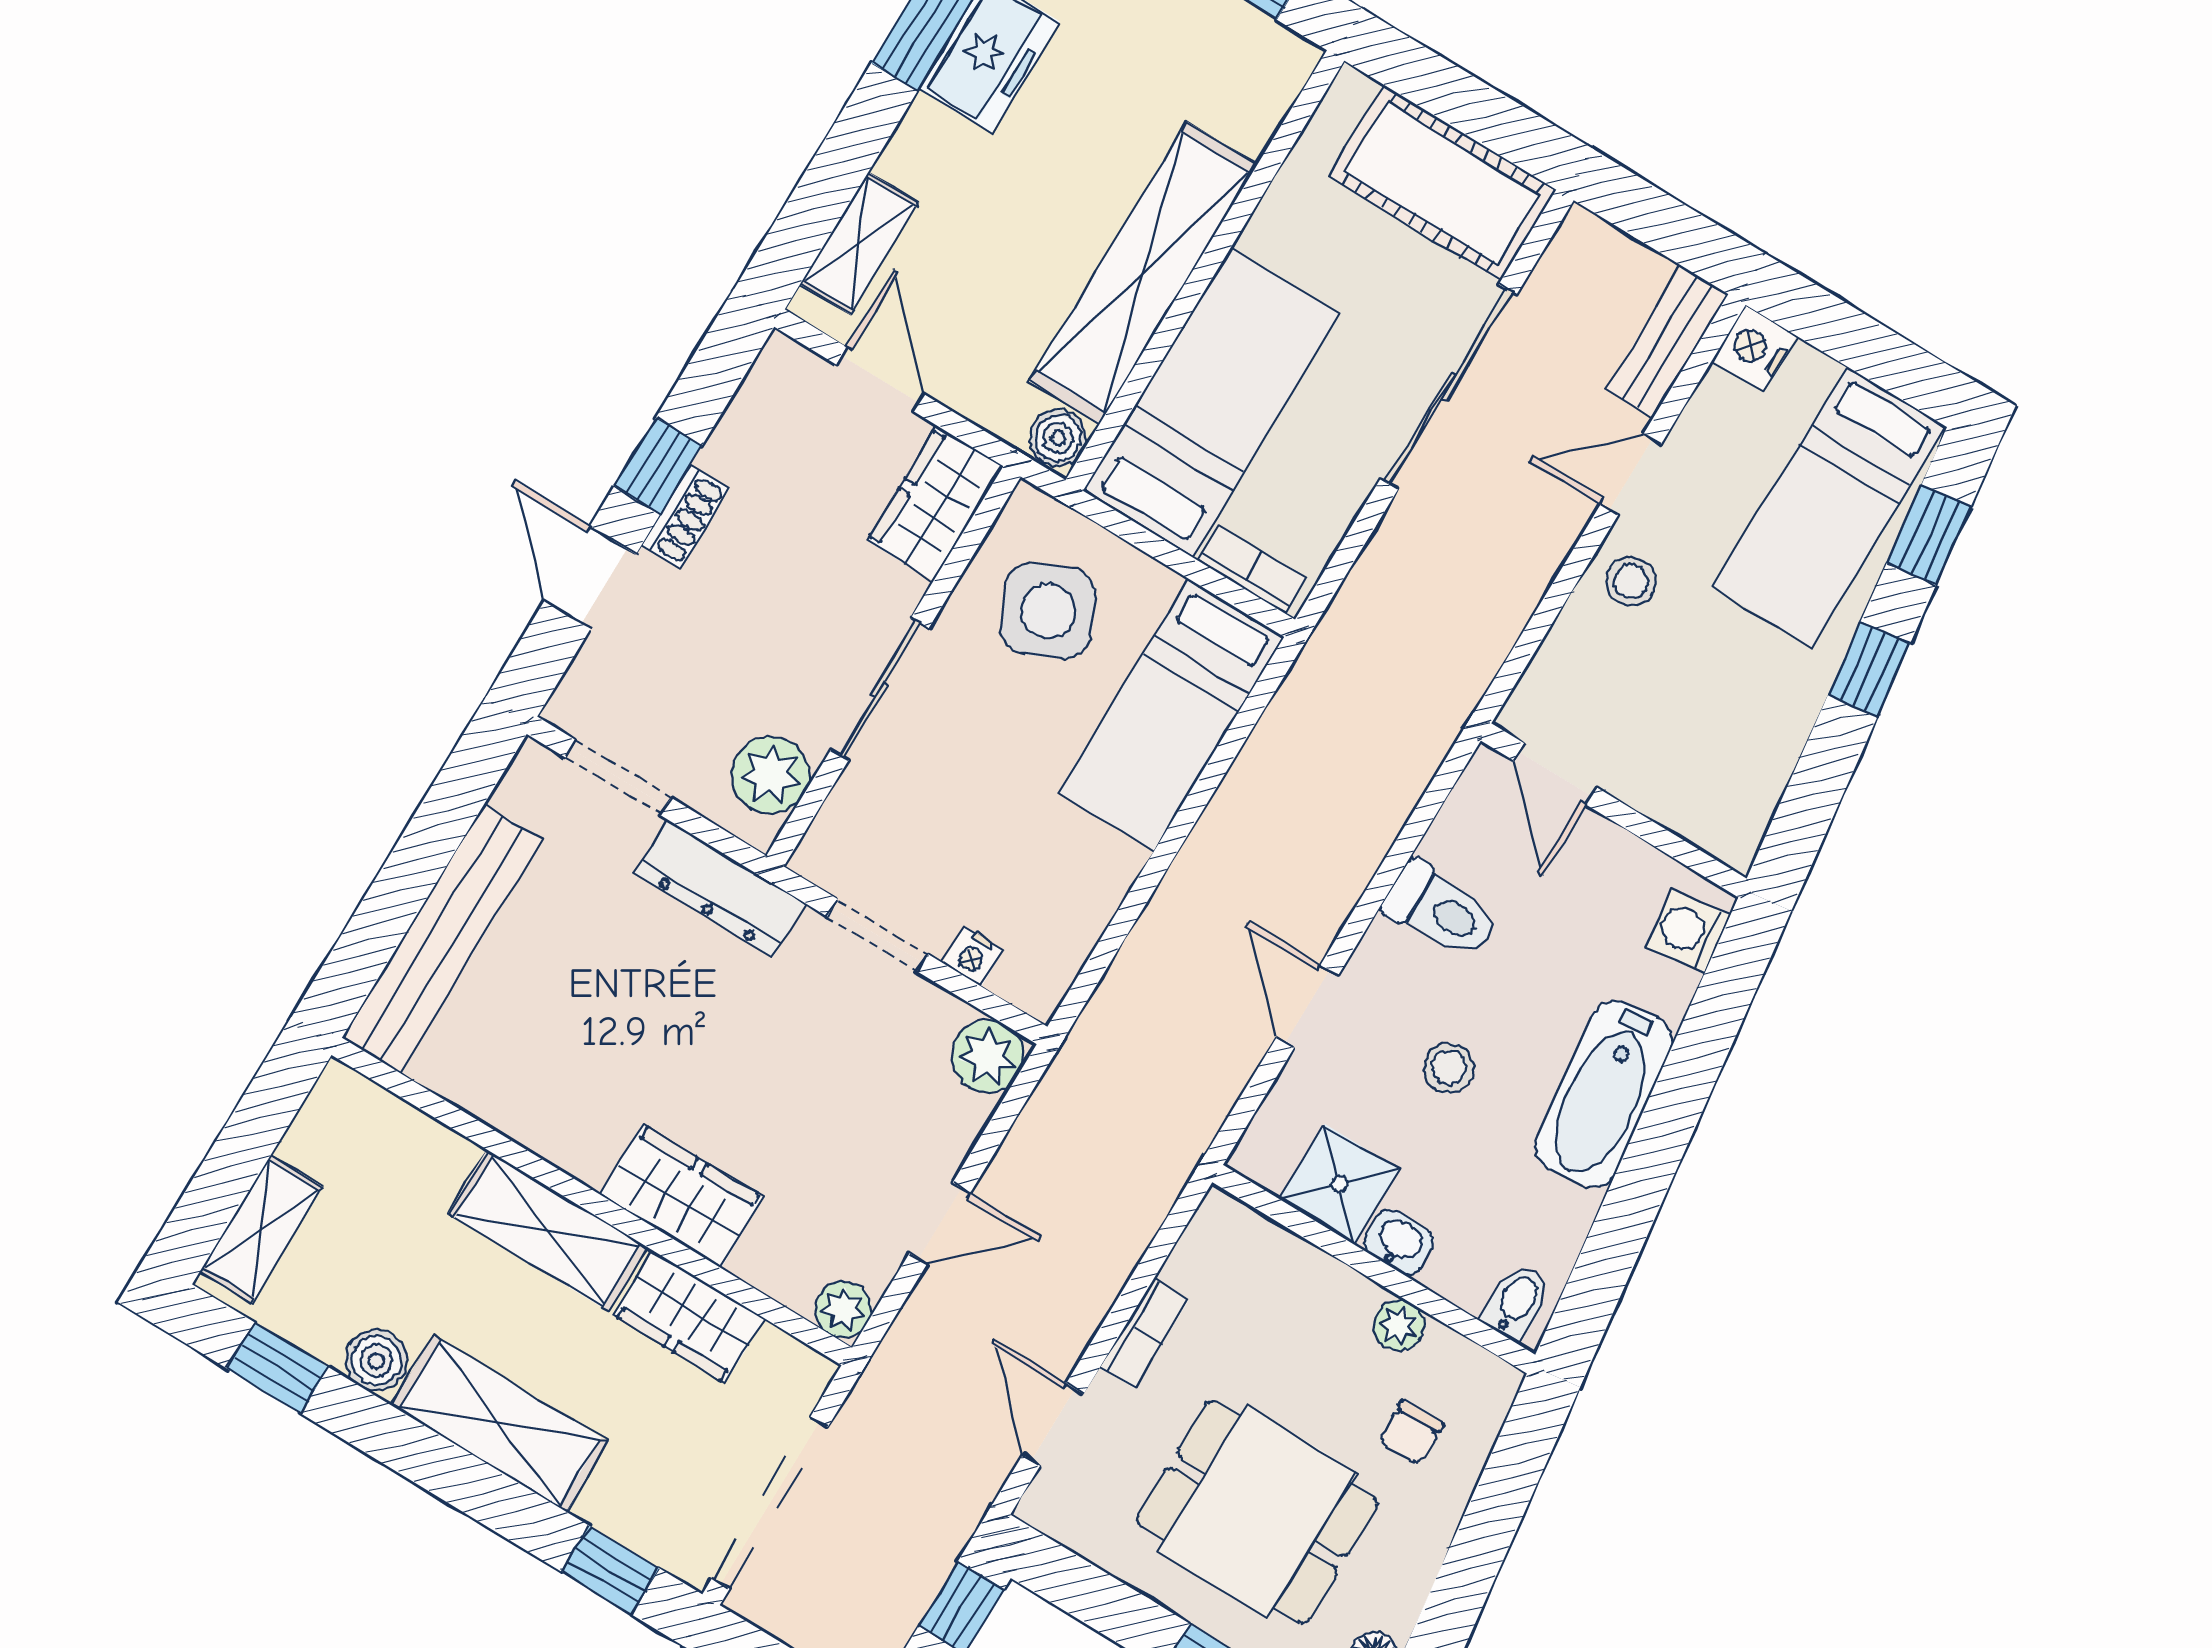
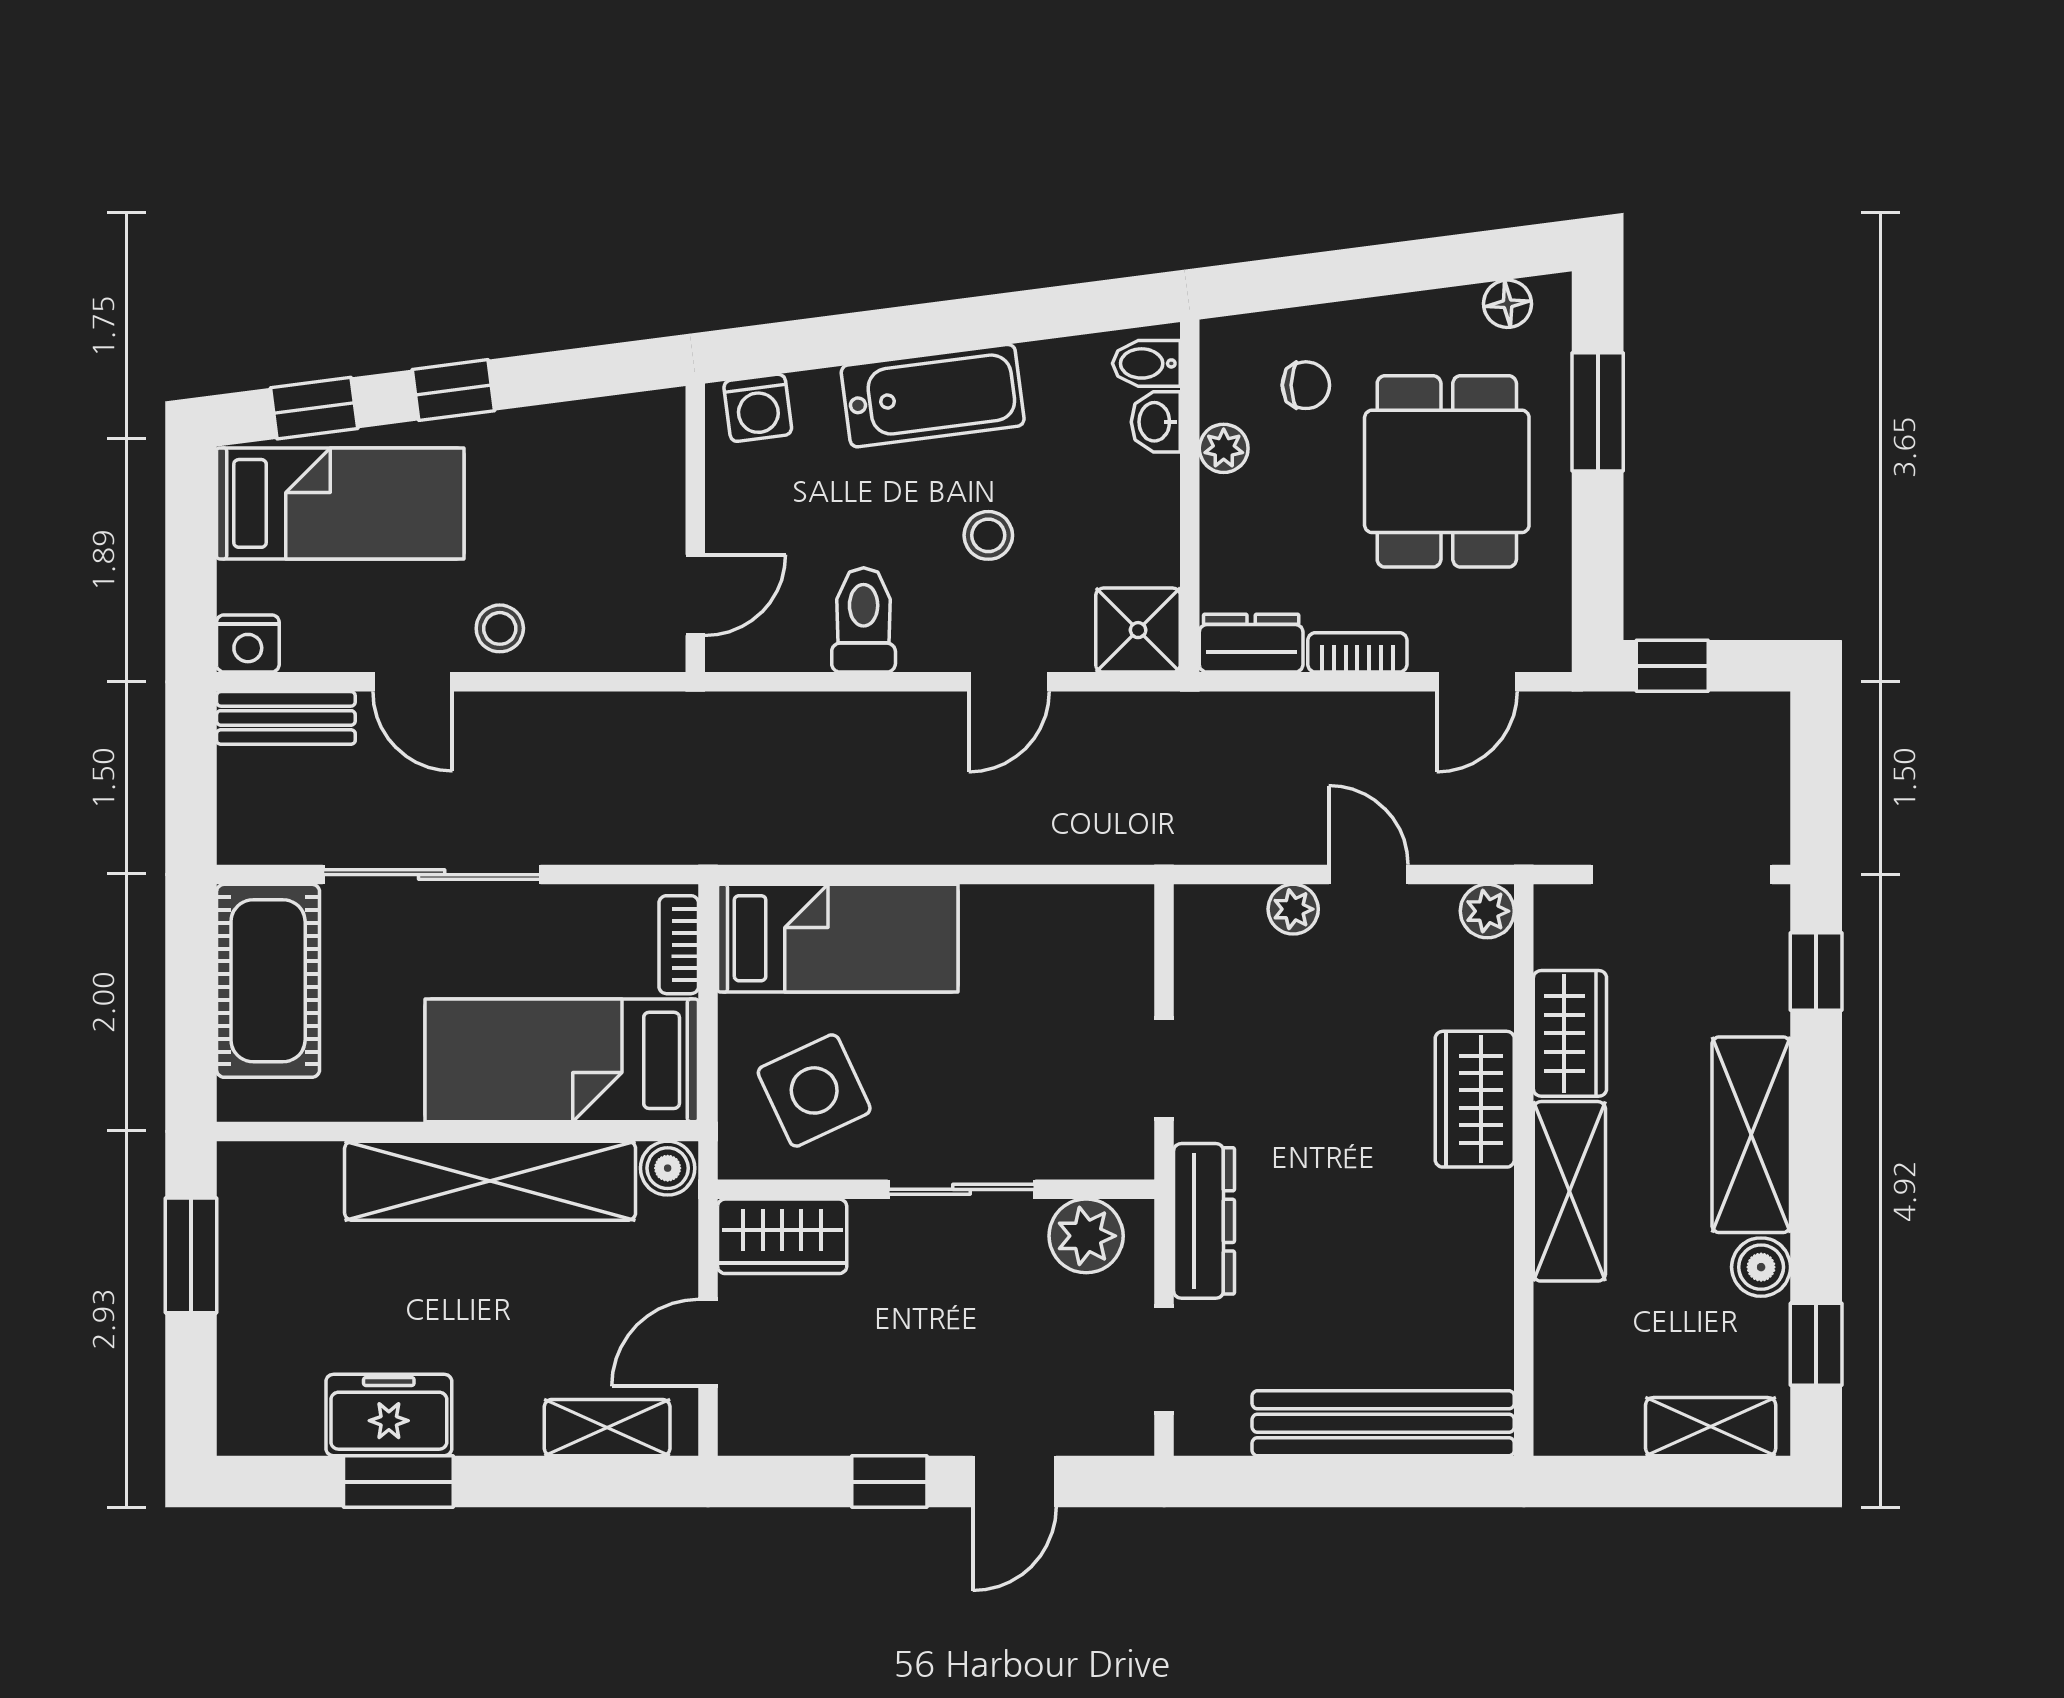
shoe rack: (685, 517) -> (918, 1434), removed
nightstand: (973, 956) -> (1134, 980), removed
plant: (988, 1056) -> (1293, 909), moved, width x0.73, depth x0.73
shower: (1339, 1184) -> (1138, 630), moved
washbasin: (1399, 1242) -> (1156, 422), moved
dresser: (1210, 1244) -> (1251, 643), added

